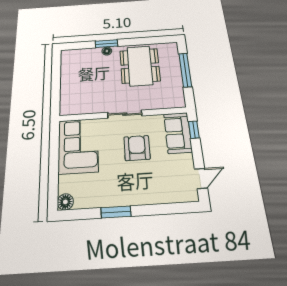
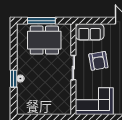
dining table: (140, 66) -> (44, 40), moved
window: (194, 130) -> (88, 21), removed
armchair: (137, 148) -> (98, 61), turned -100

